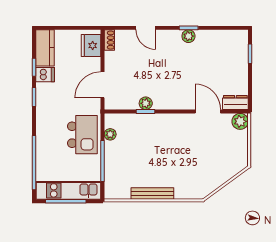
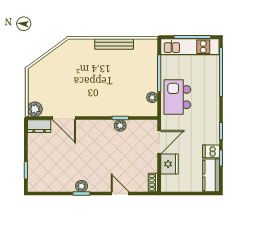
fridge: (91, 46) -> (169, 164), moved

